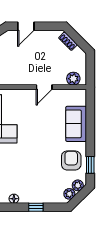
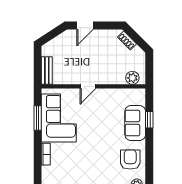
door: (44, 87) -> (88, 86), moved
window: (90, 165) -> (149, 120), moved

